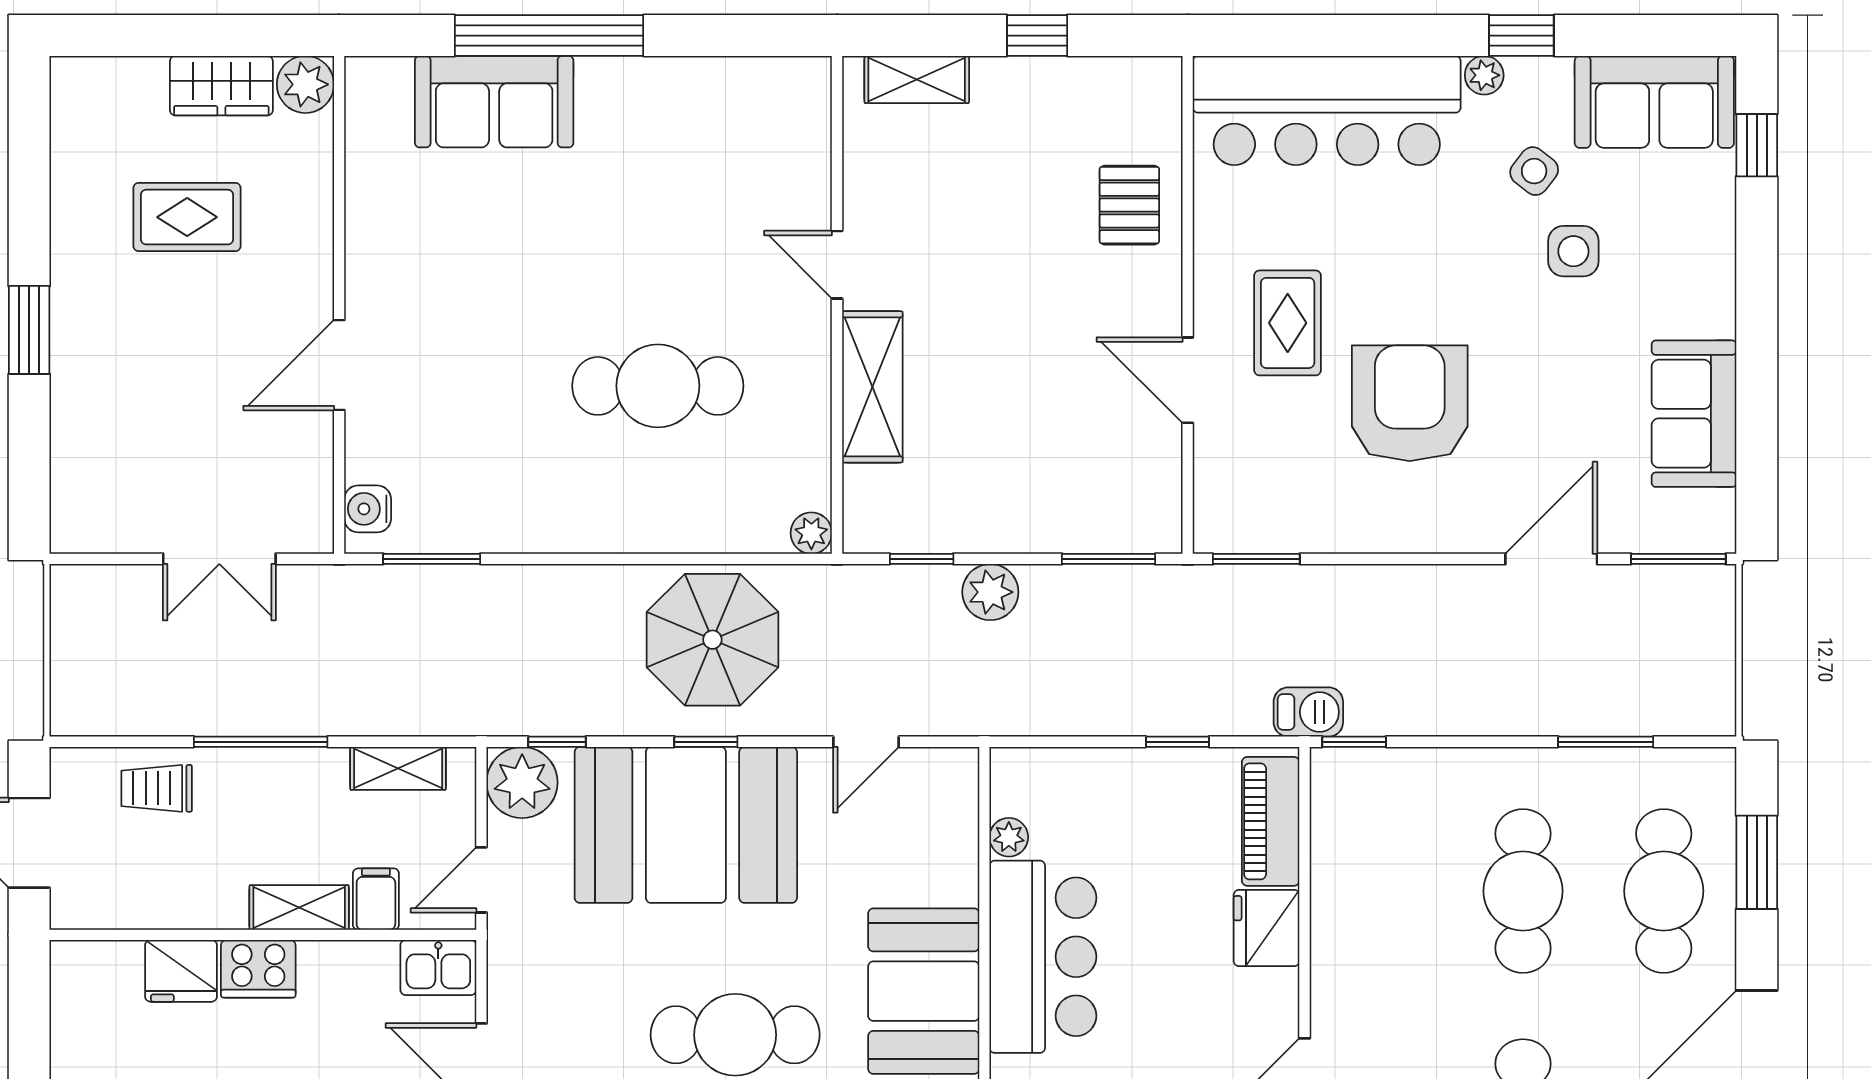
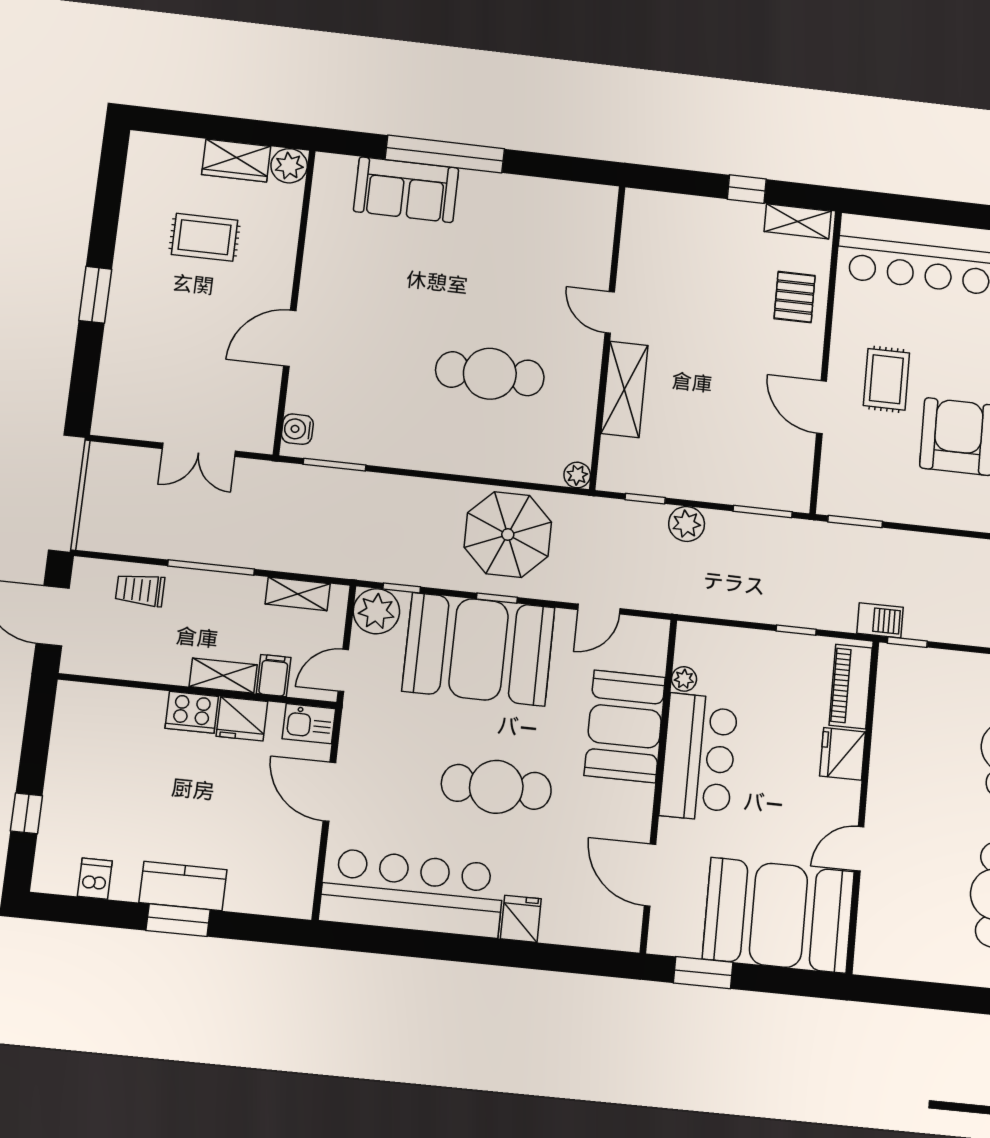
shelving: (917, 79) -> (798, 221), moved
fridge: (181, 971) -> (242, 719), moved
booth: (924, 991) -> (625, 726), moved

